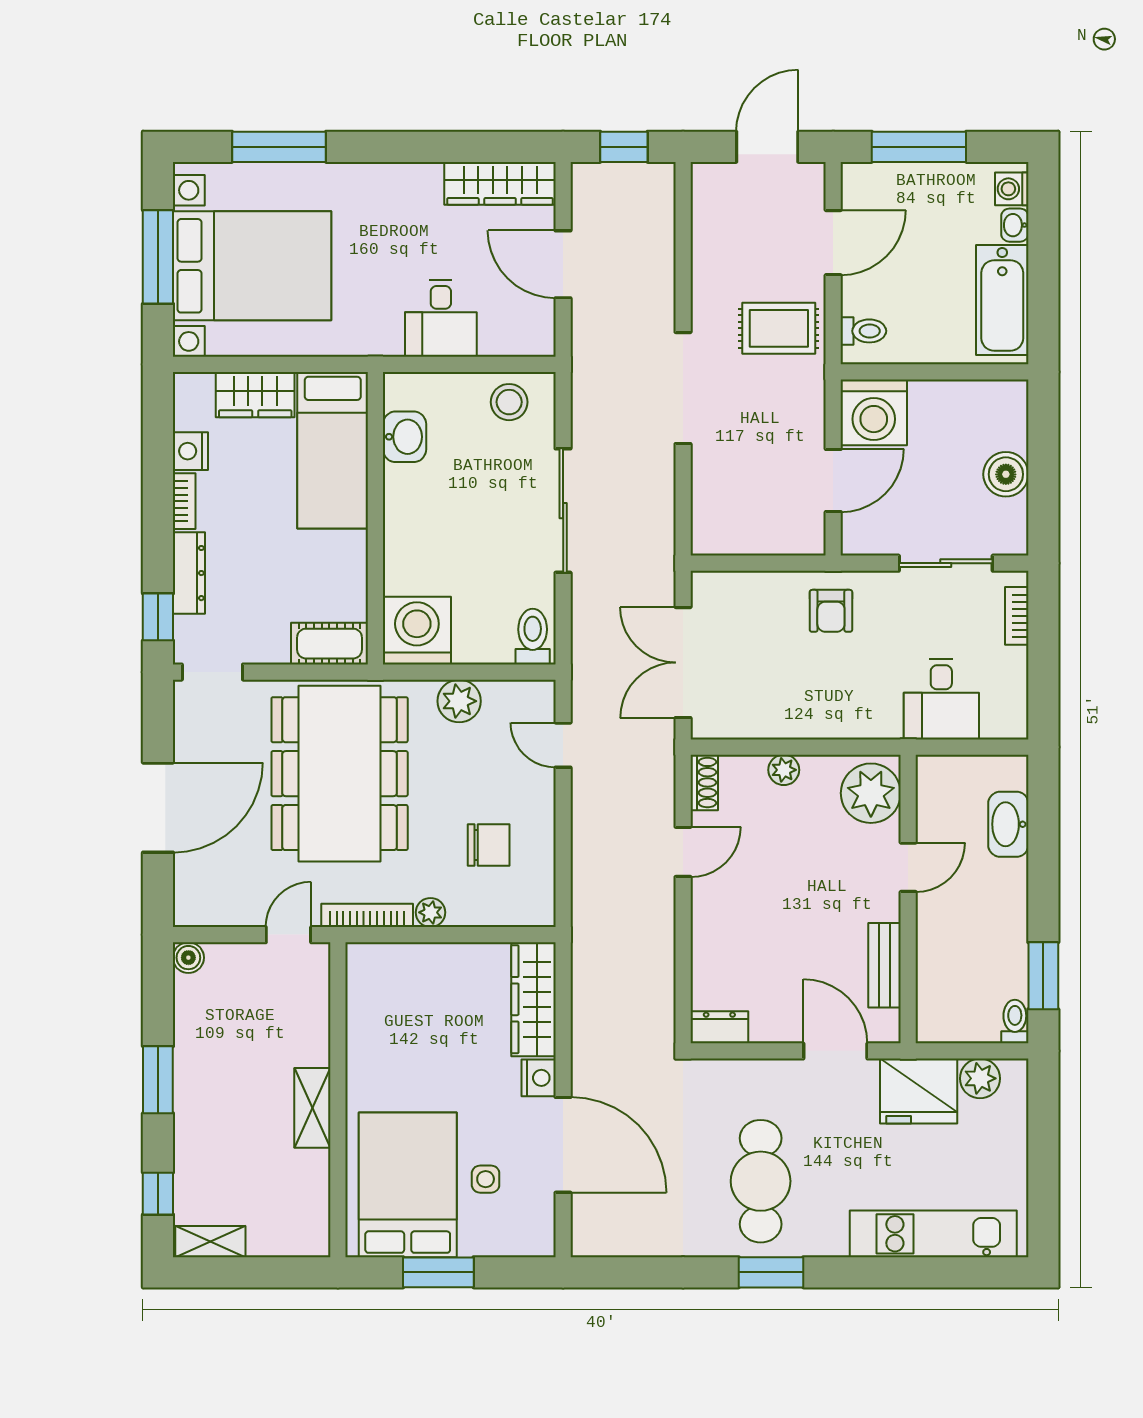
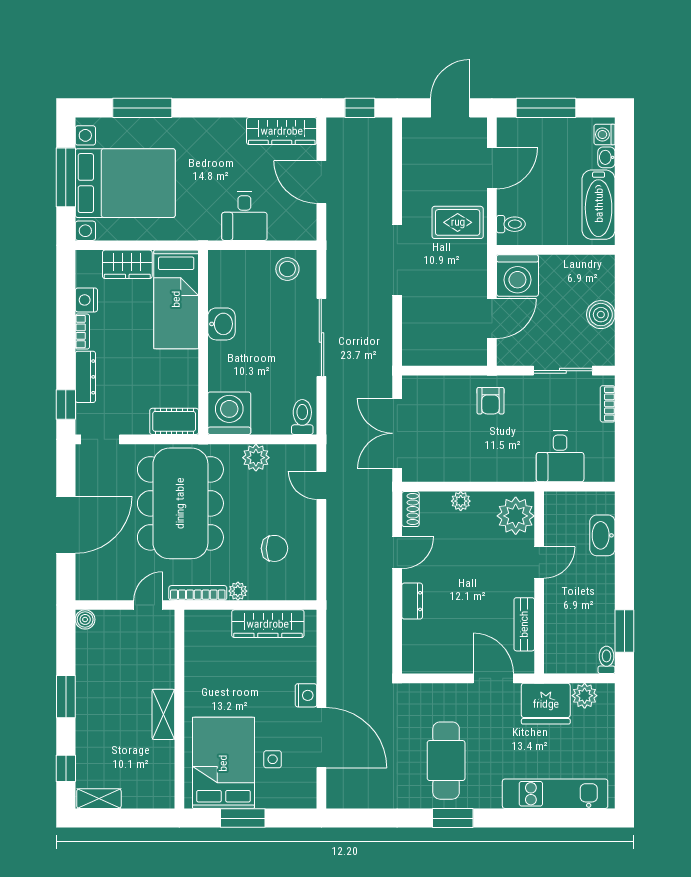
washbasin: (405, 437) -> (221, 324), moved
wardrobe: (533, 999) -> (268, 624), moved, turned -90
dresser: (719, 1027) -> (412, 601), moved, turned 90

